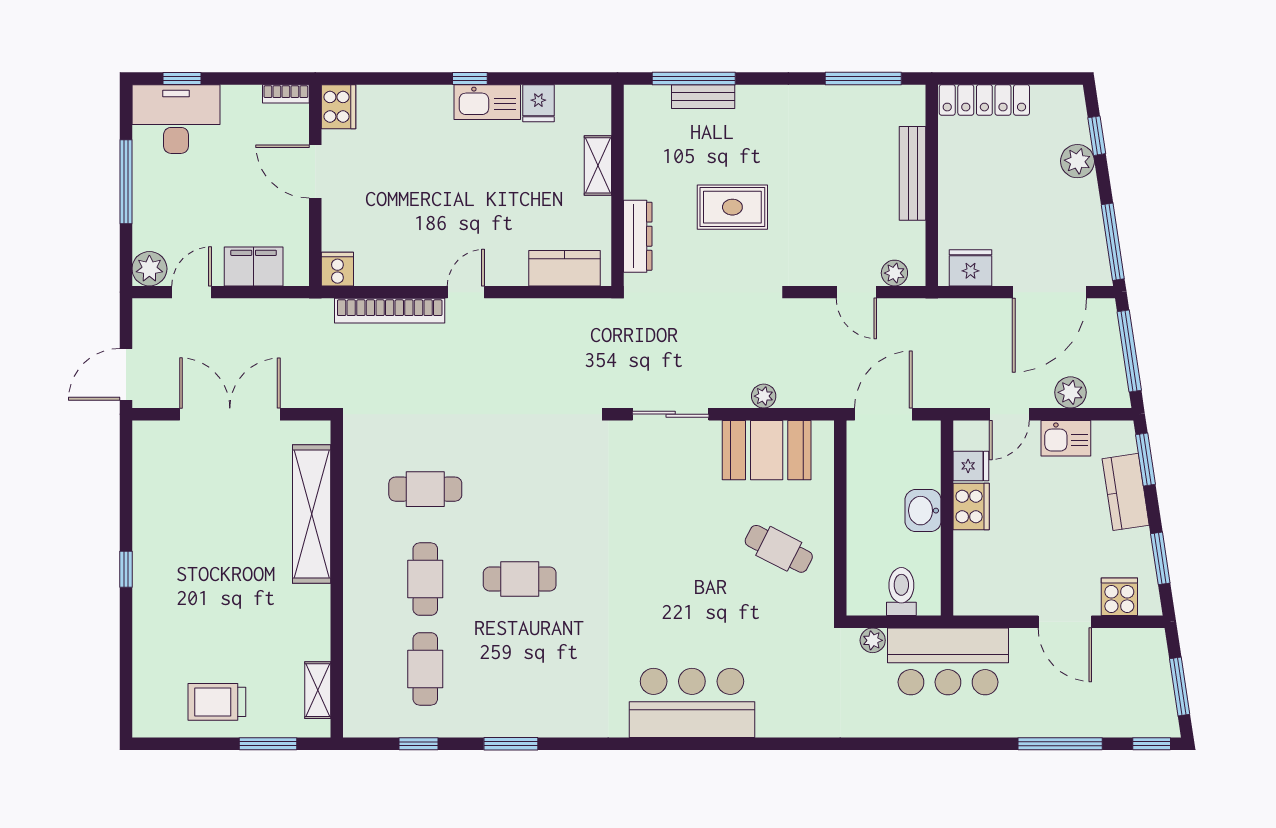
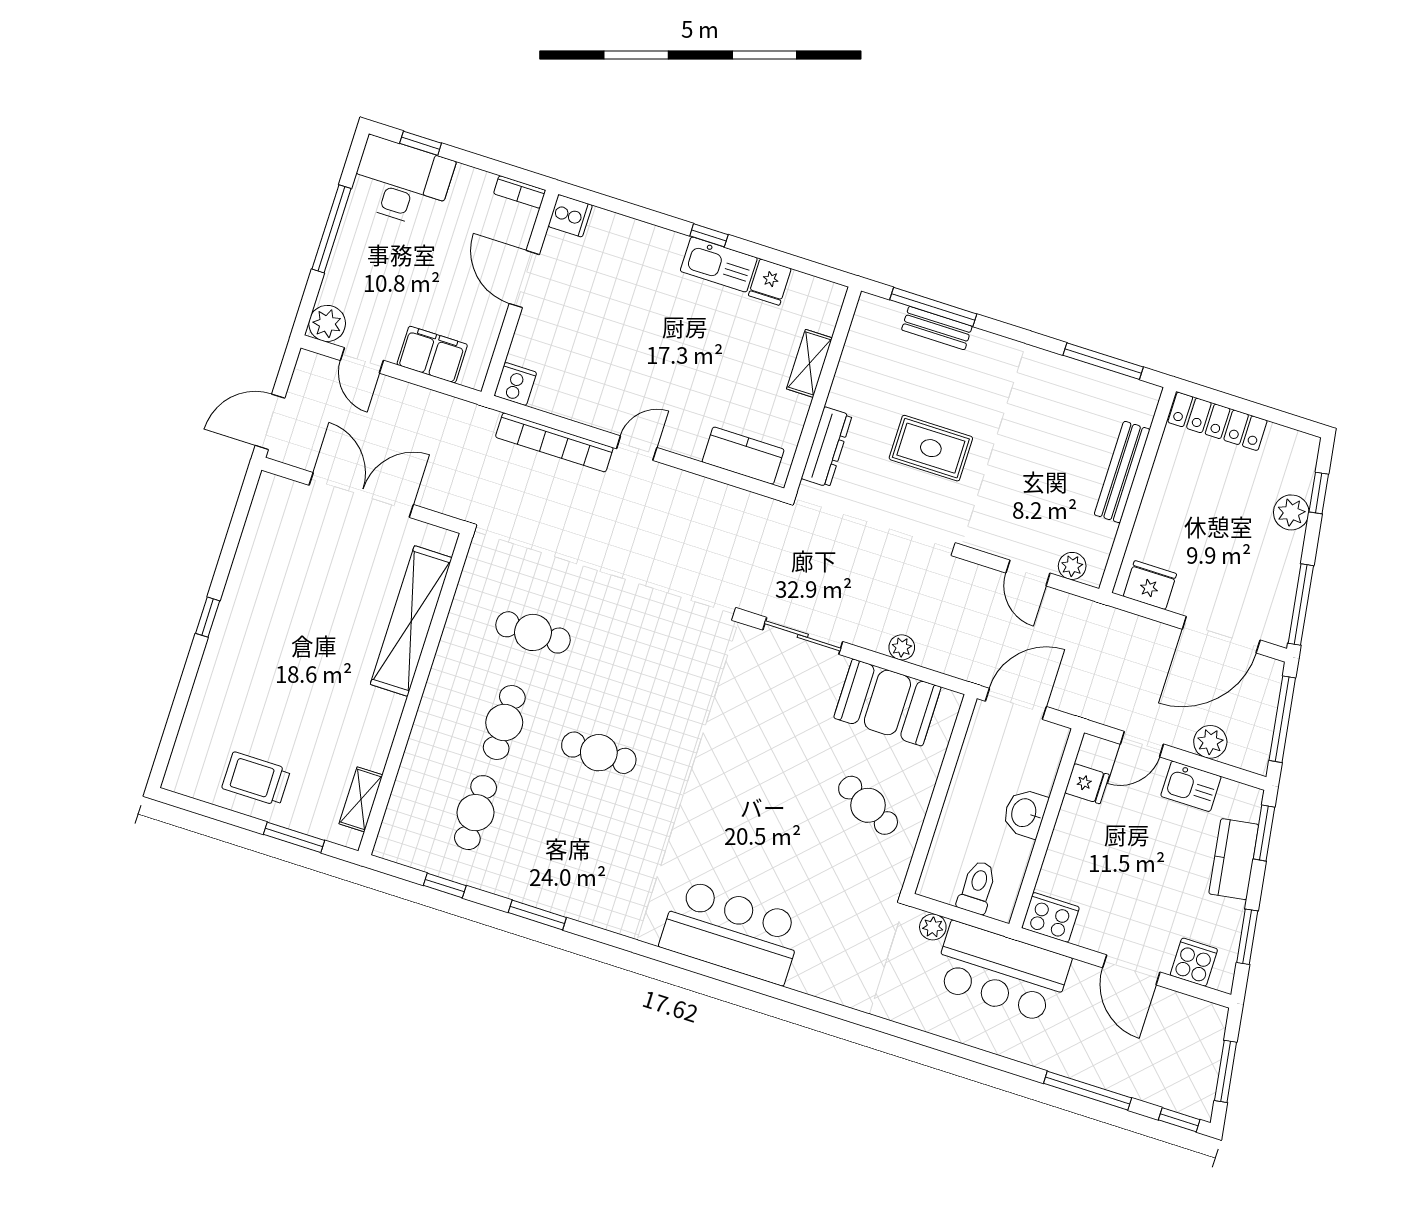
cooker: (339, 107) -> (570, 216), width x0.73
door: (192, 292) -> (362, 360), swing flipped
cooker: (971, 507) -> (1050, 917), moved, turned -90

